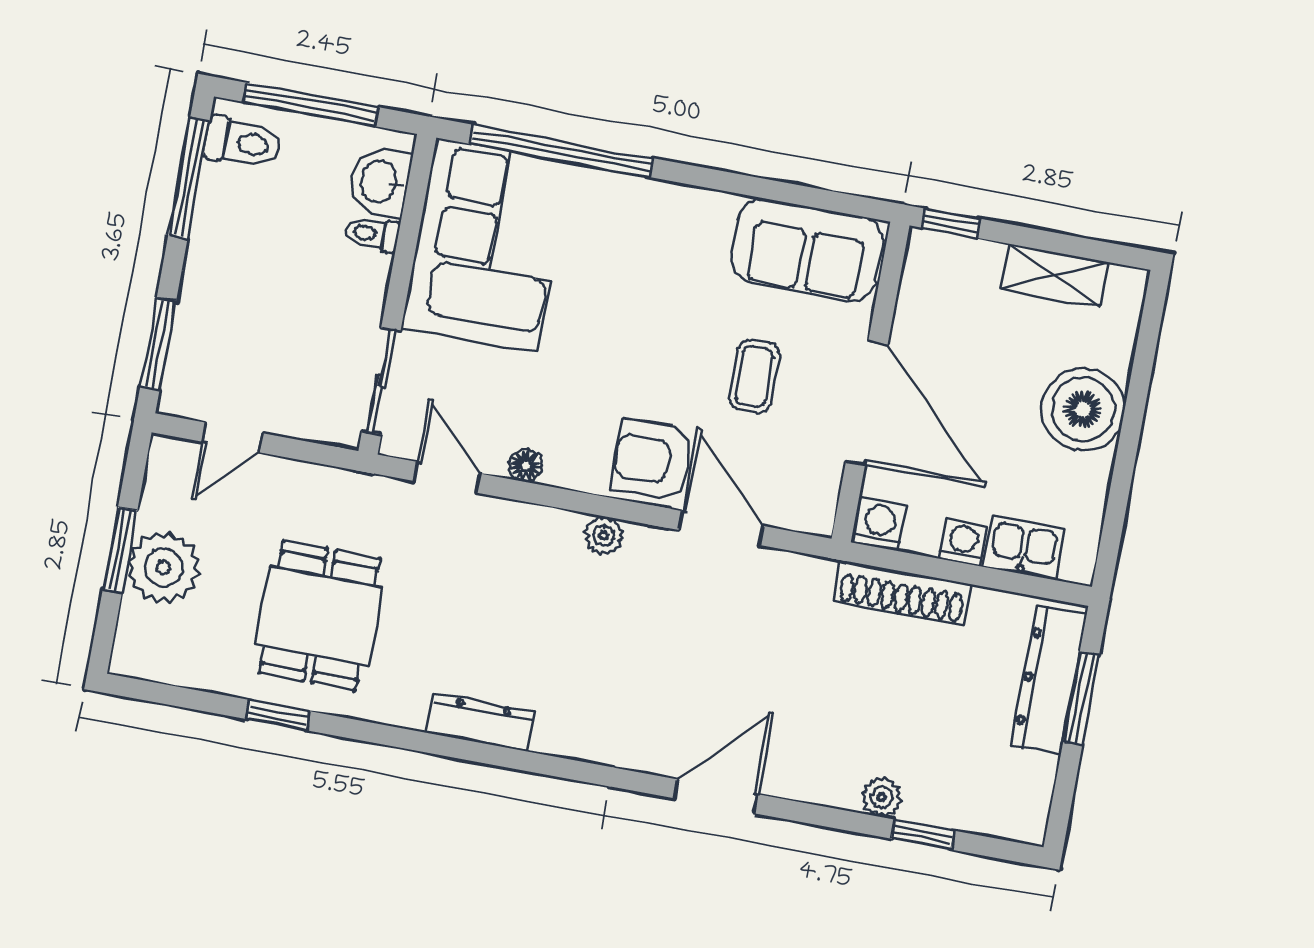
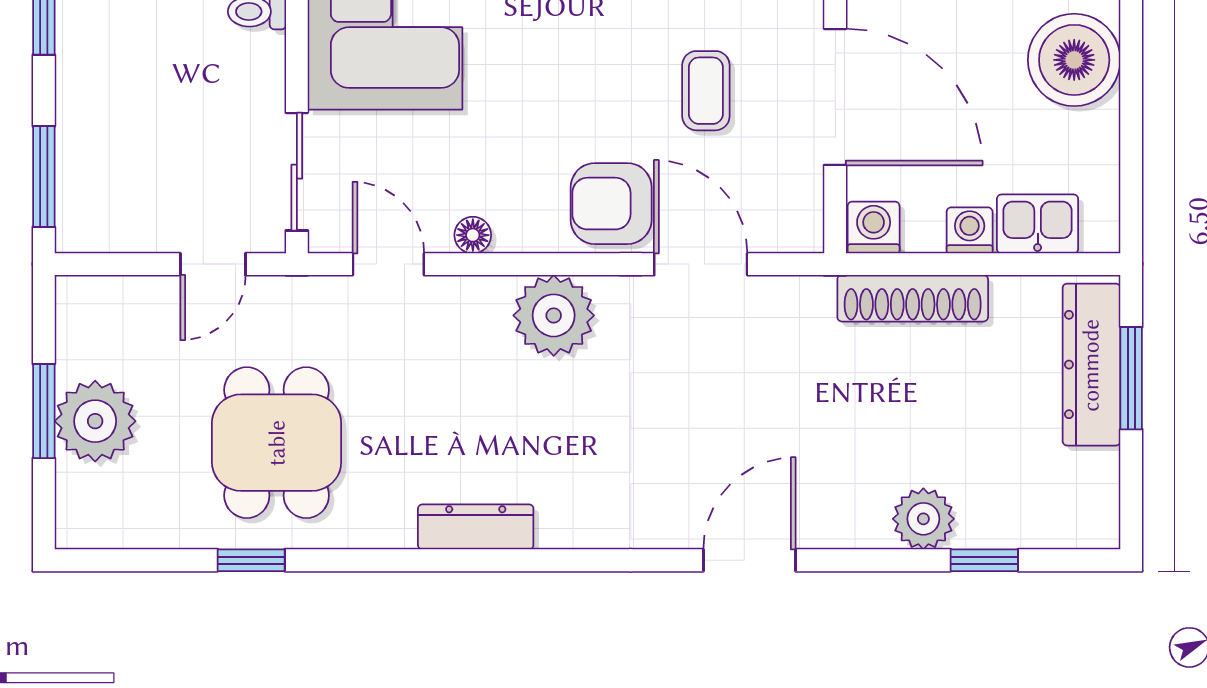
door: (233, 438) -> (213, 264), moved
plant: (603, 536) -> (554, 315), width x1.88, depth x1.88
plant: (882, 797) -> (923, 519), width x1.38, depth x1.38

